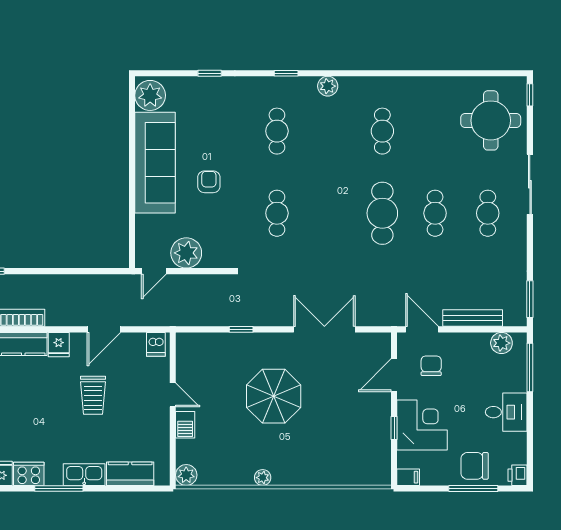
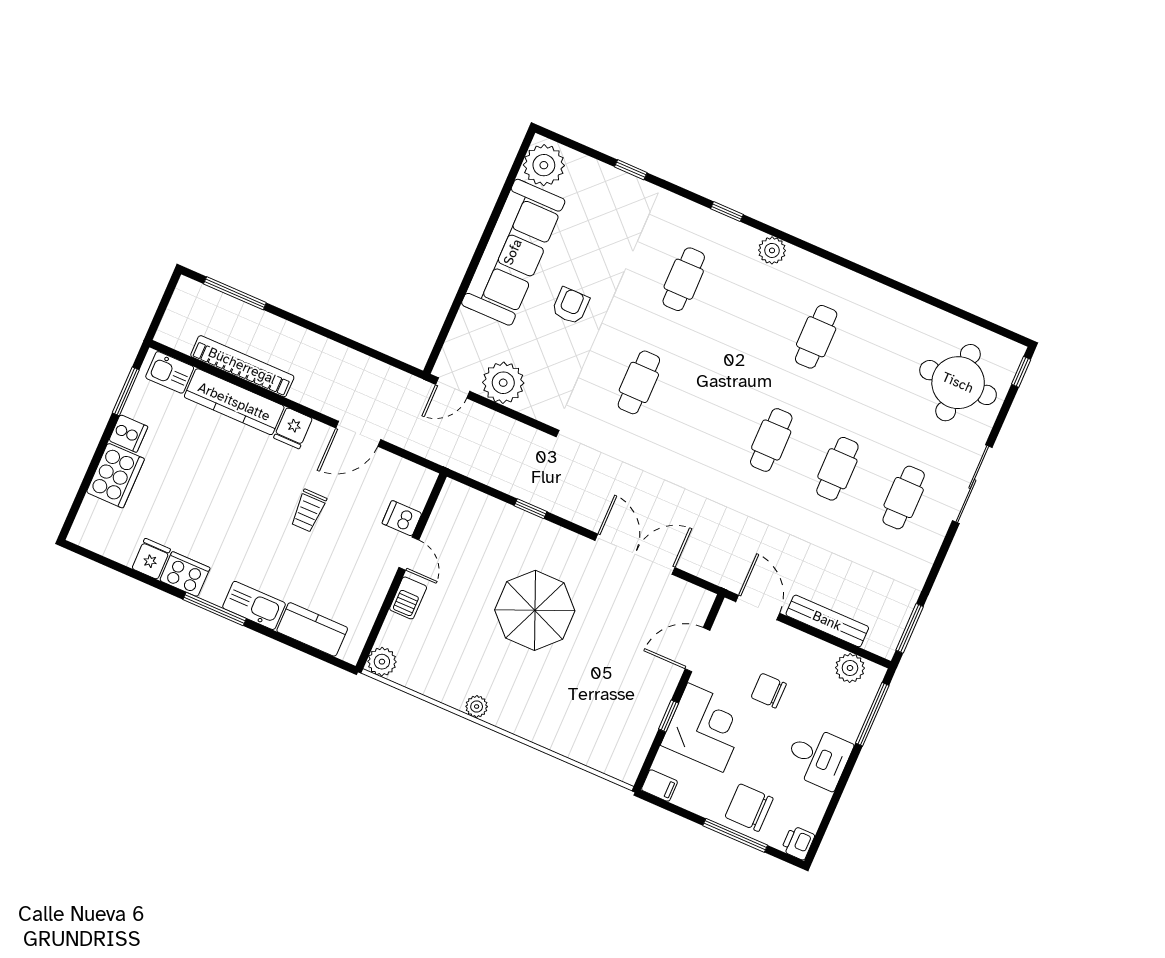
cafe table: (382, 213) -> (771, 440), width x0.73, depth x0.74
dishwasher: (156, 344) -> (402, 518), moved, turned 90
chair: (431, 366) -> (769, 691), moved, turned -90
trolley: (93, 395) -> (308, 511), width x0.73, depth x0.72

